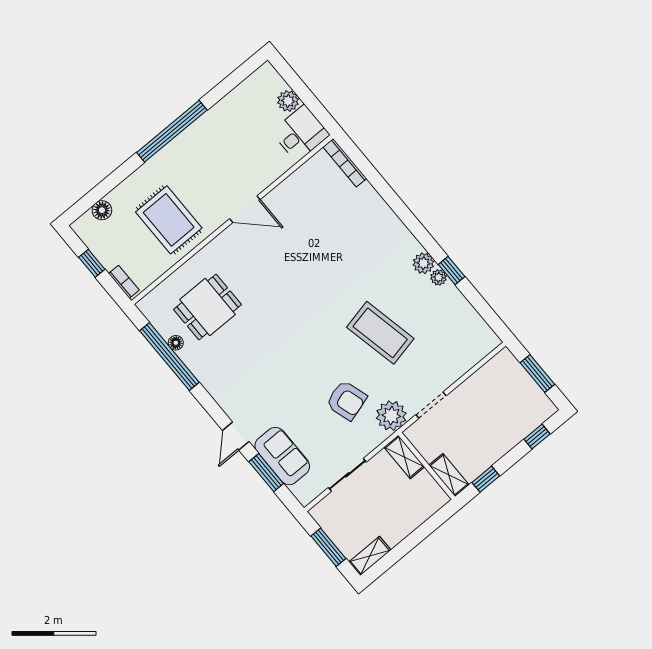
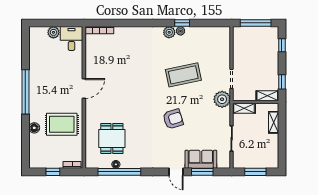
floor lamp: (102, 210) -> (34, 128), moved
window: (537, 374) -> (256, 23), width x1.44
armchair: (346, 400) -> (173, 119), moved
shelving: (370, 556) -> (274, 122), moved

